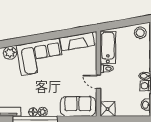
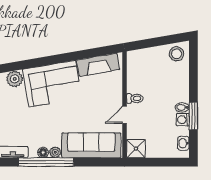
bathtub: (108, 47) -> (136, 72), removed
door: (98, 82) -> (125, 115), hinge flipped
sofa: (78, 106) -> (91, 145), width x1.36

